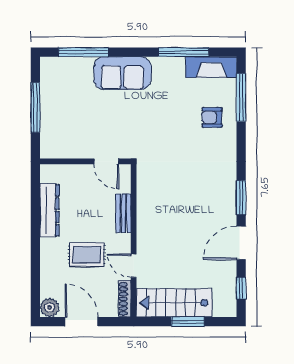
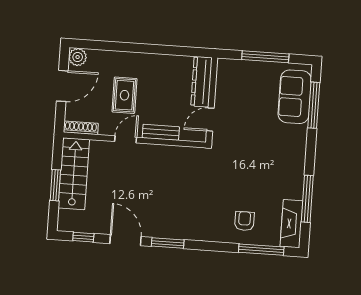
sofa: (122, 73) -> (295, 97), moved
dresser: (49, 210) -> (201, 82), moved, turned 90
door: (134, 266) -> (126, 139), moved

